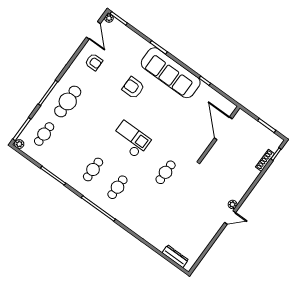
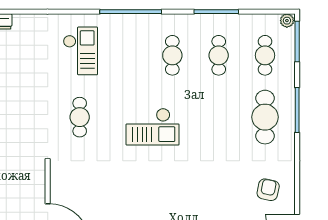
armchair: (94, 62) -> (268, 190), turned 102
armchair: (133, 88) -> (196, 193), removed
cafe table: (117, 187) -> (219, 55), moved
checkout: (140, 207) -> (80, 51), added

